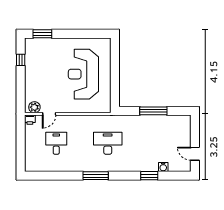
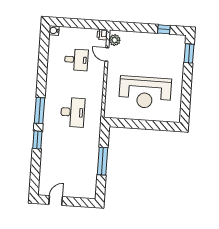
reception desk: (83, 74) -> (145, 92), turned 180
water cooler: (163, 167) -> (54, 31), moved
window: (96, 176) -> (40, 110), moved
window: (149, 176) -> (37, 140), moved

